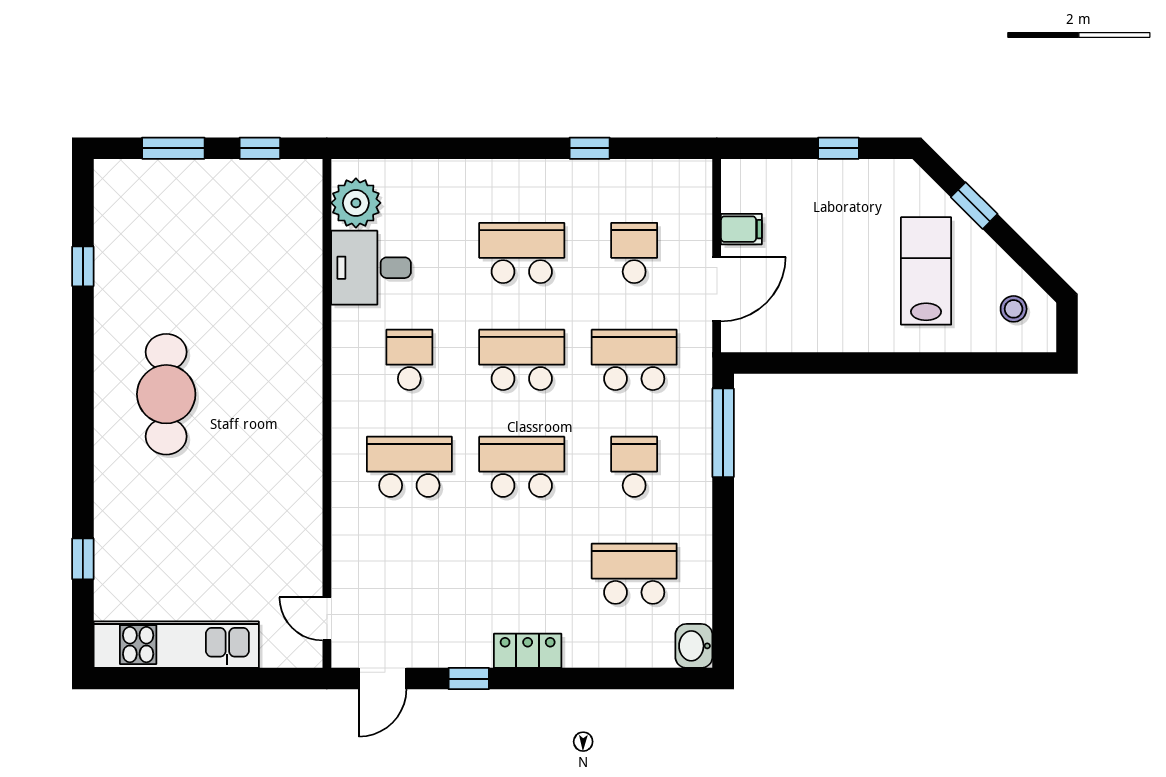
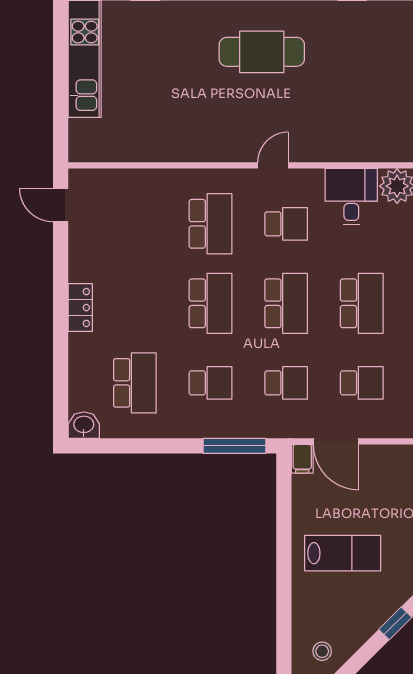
filing cabinet: (741, 229) -> (302, 459), moved
lab bench: (926, 271) -> (343, 553), moved
school desk: (634, 360) -> (286, 383), width x0.54
door: (327, 619) -> (273, 165), moved
window: (469, 679) -> (61, 266), removed

